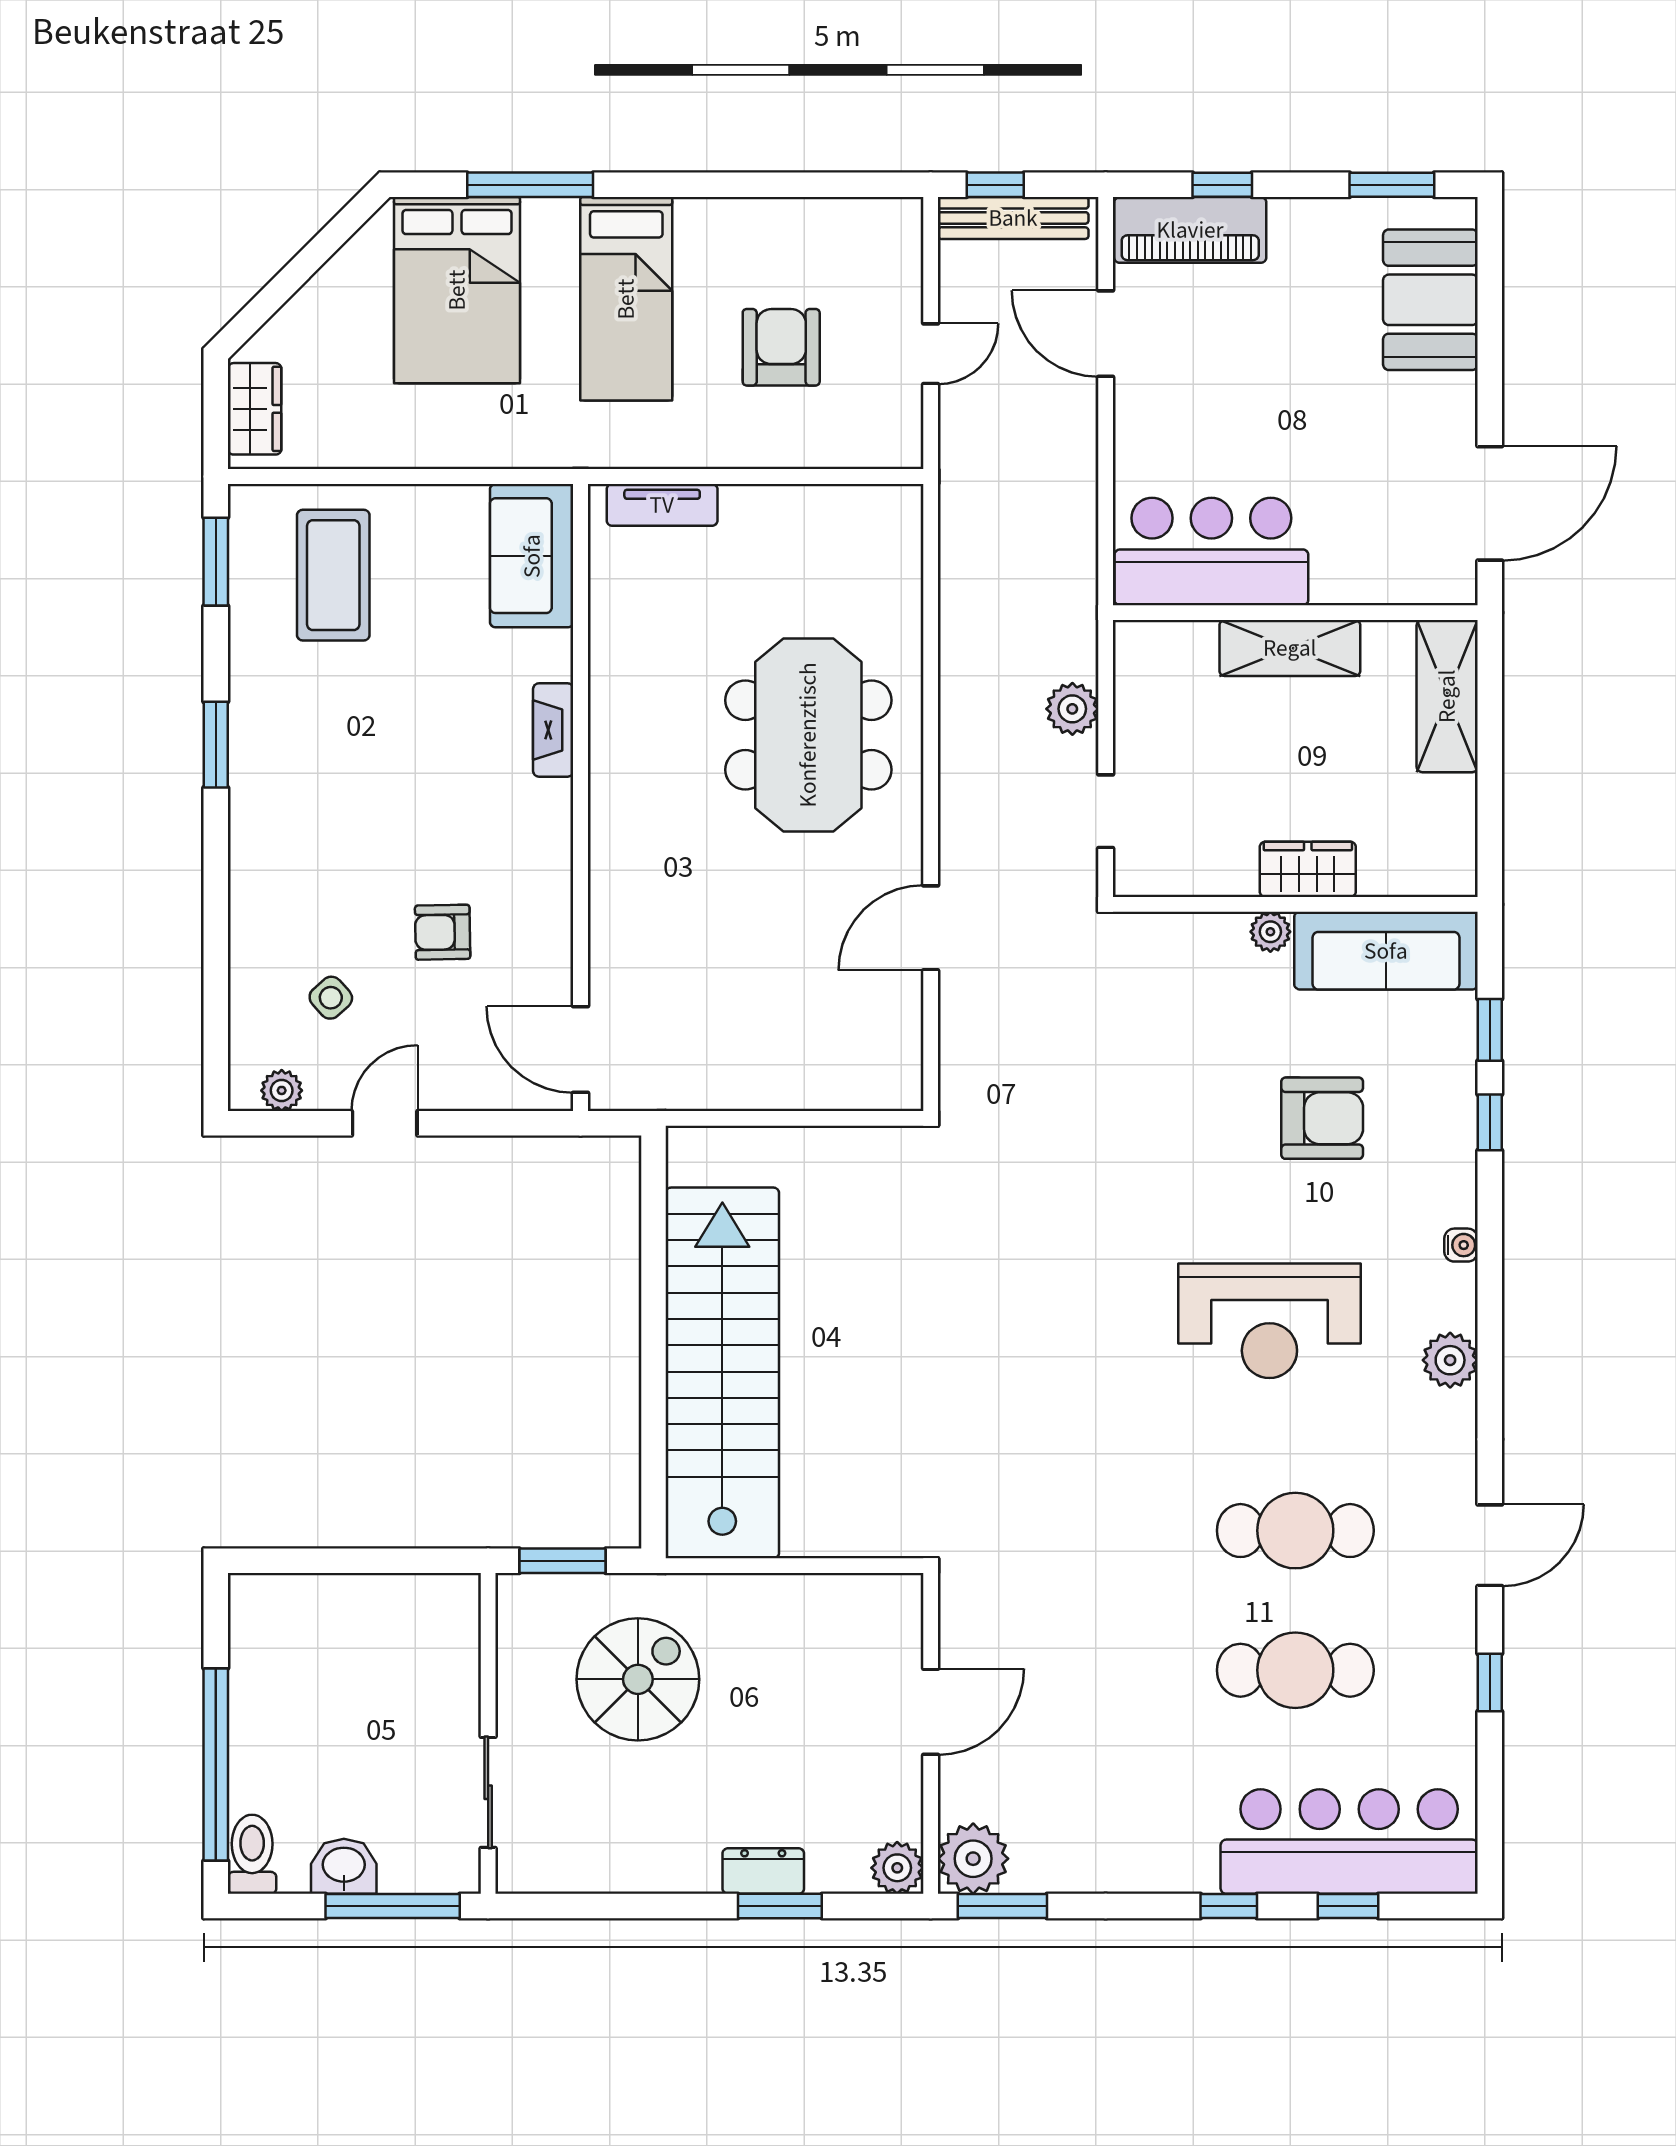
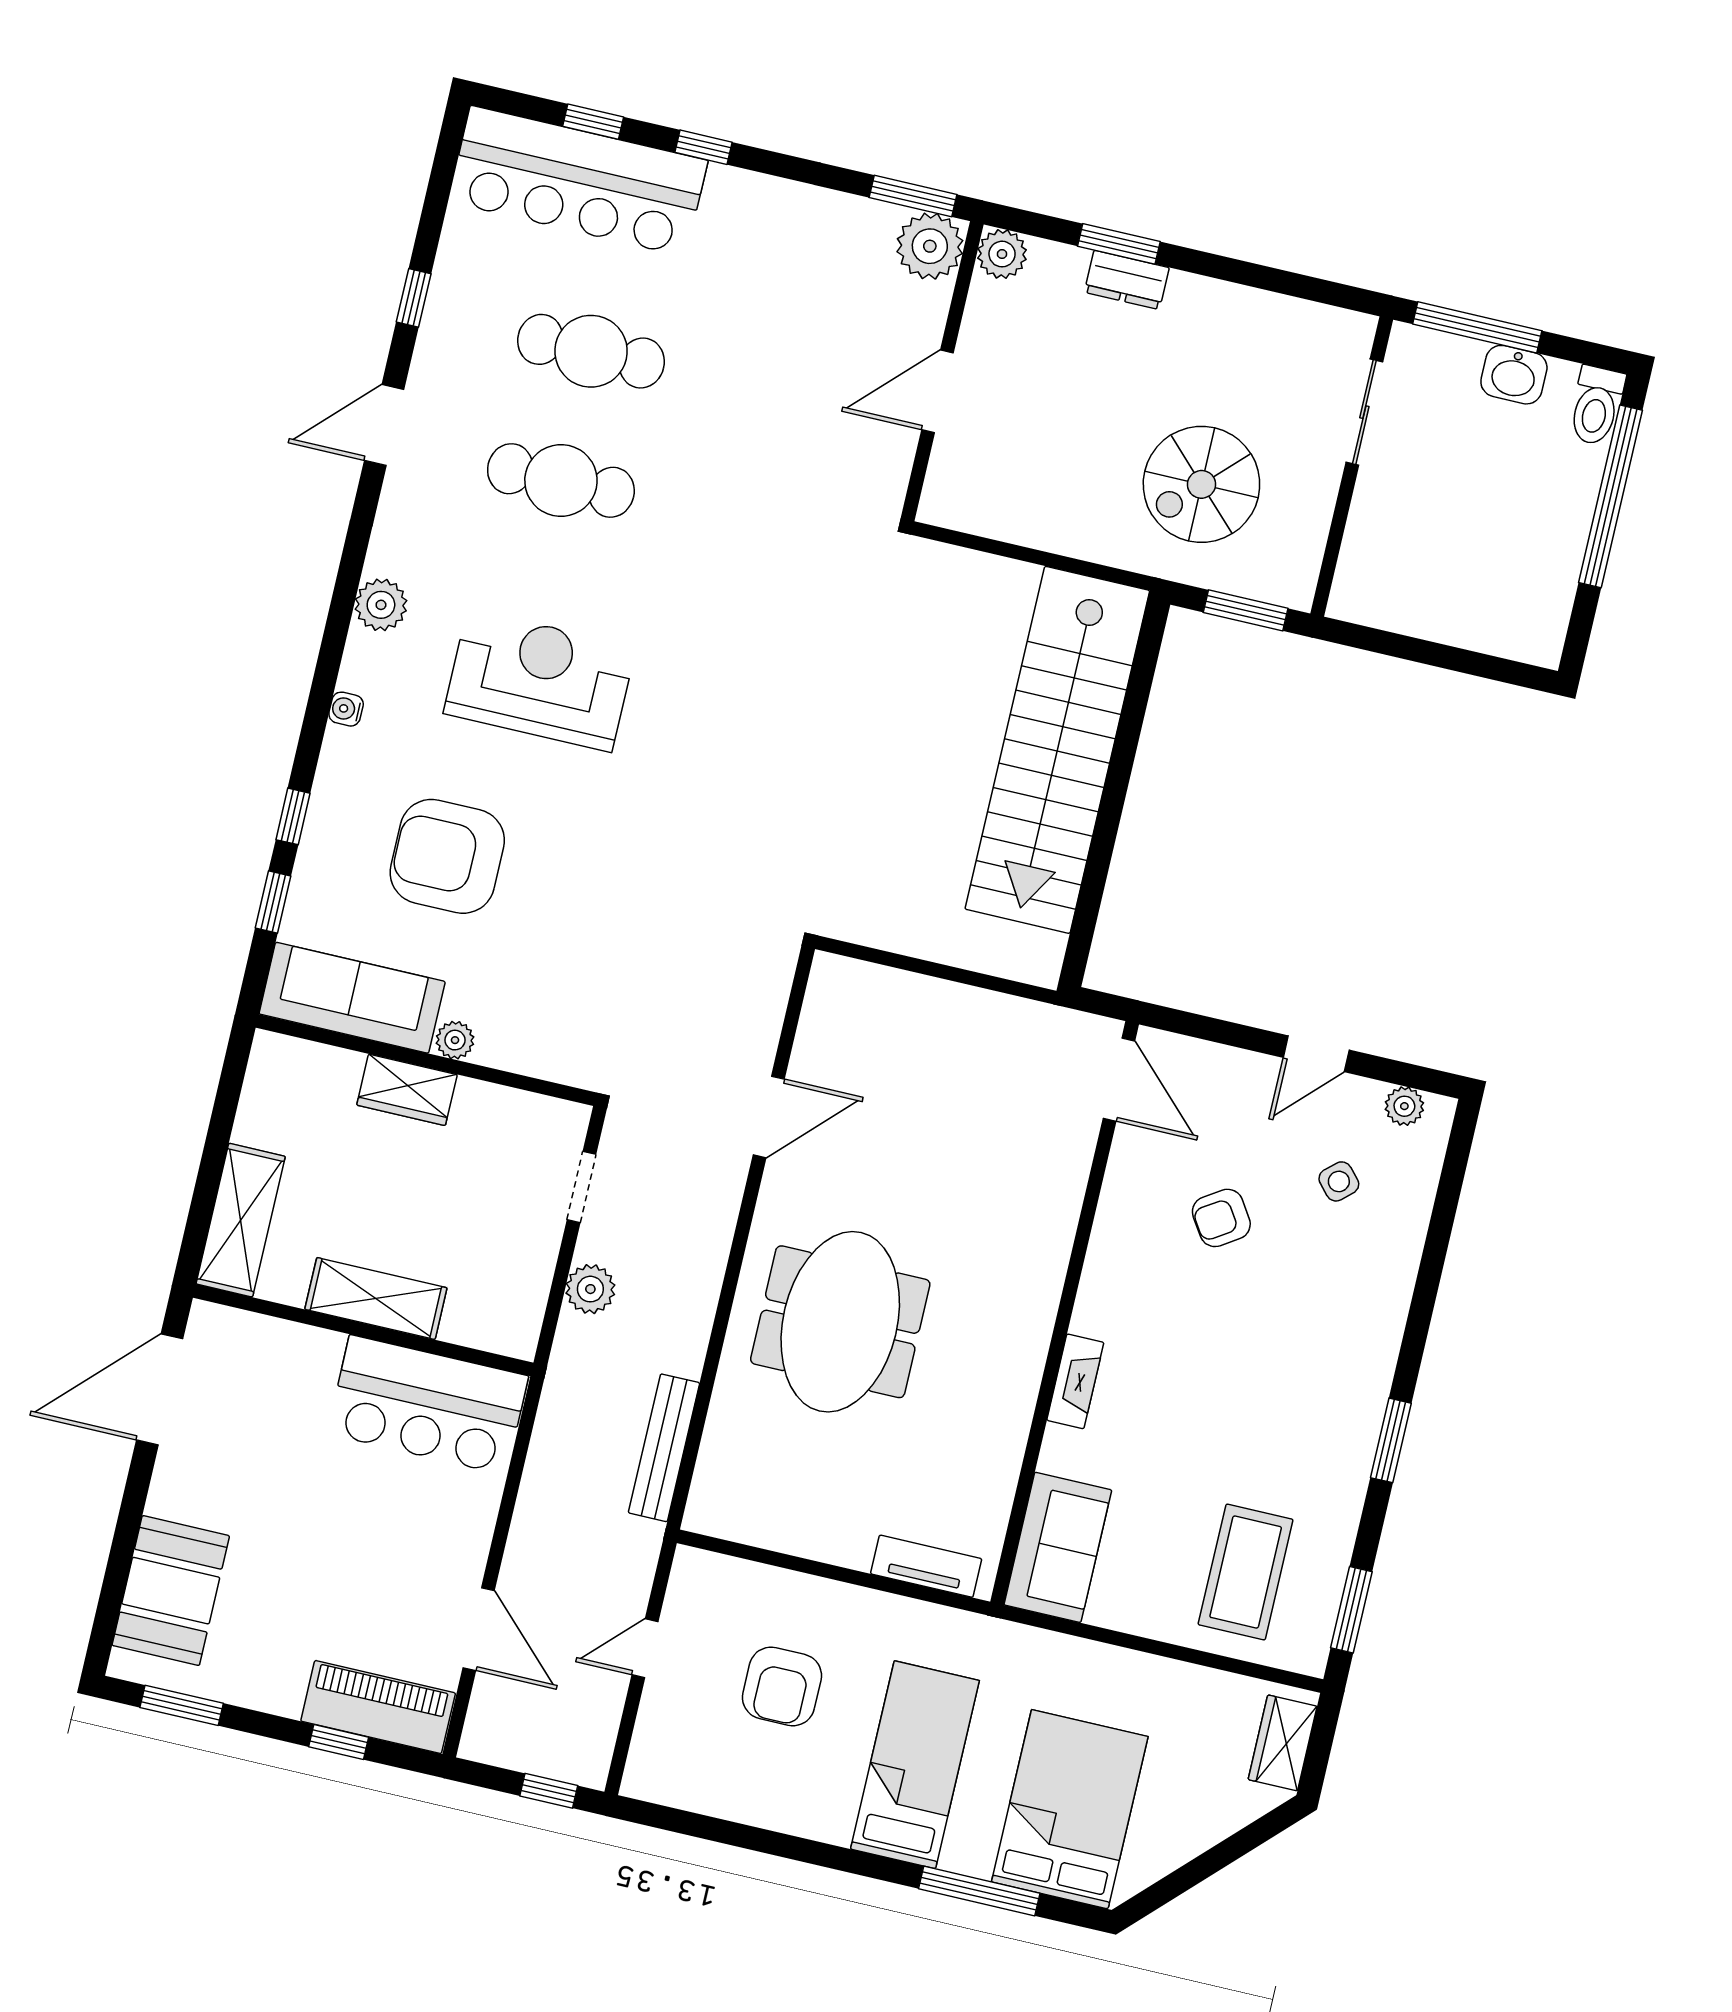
bench: (1013, 218) -> (664, 1448), moved, turned 90
armchair: (443, 932) -> (1221, 1218), turned 148
armchair: (1322, 1118) -> (447, 856), width x1.36, depth x1.36

